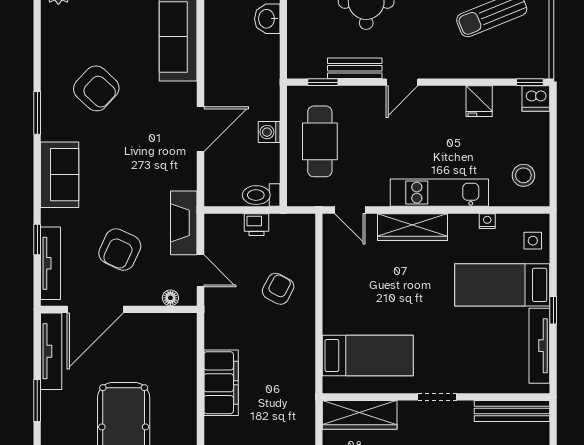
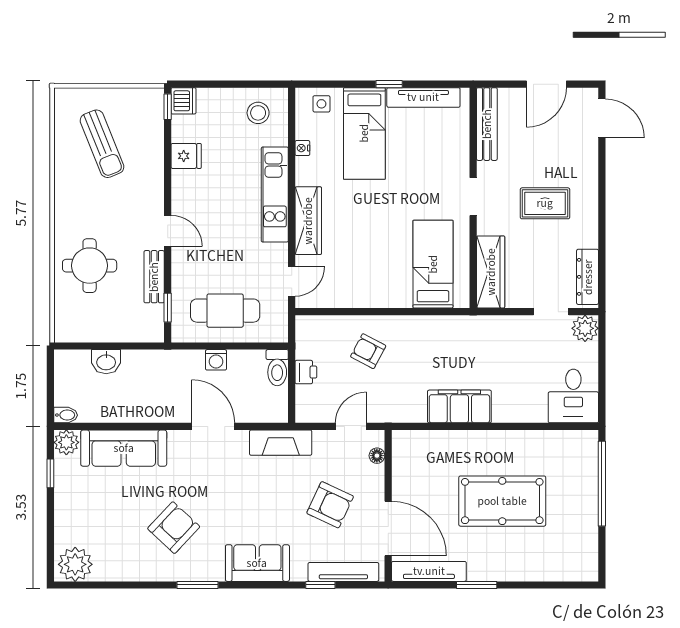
fireplace: (184, 223) -> (281, 443), moved

